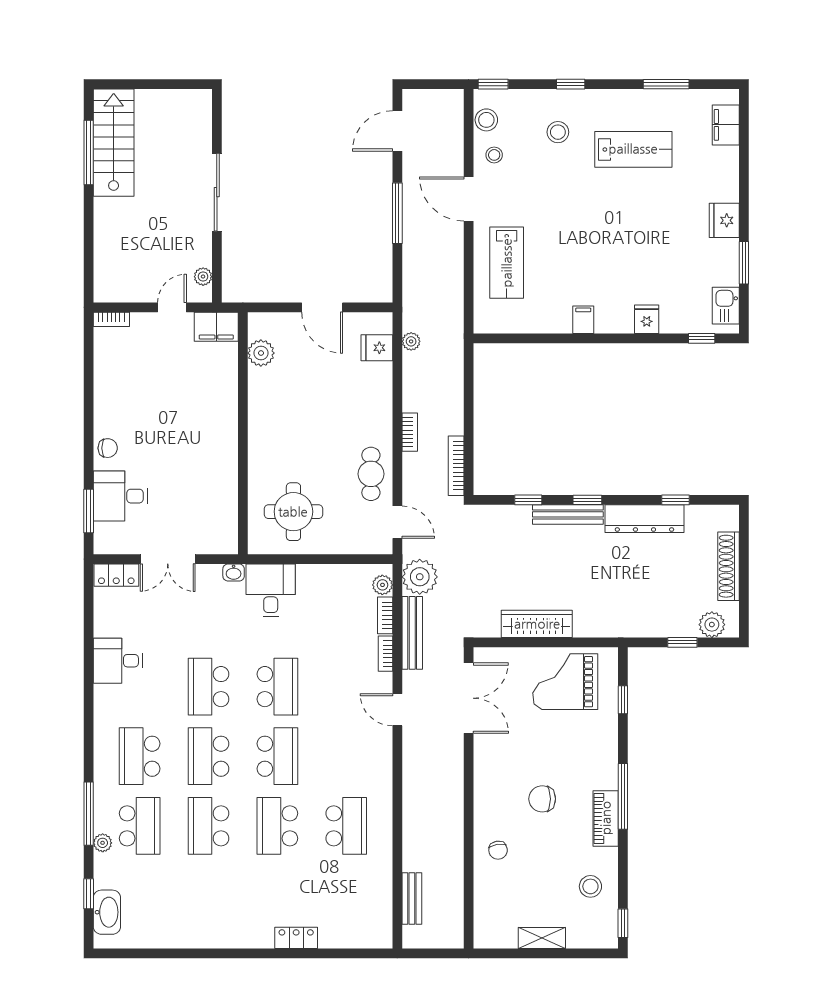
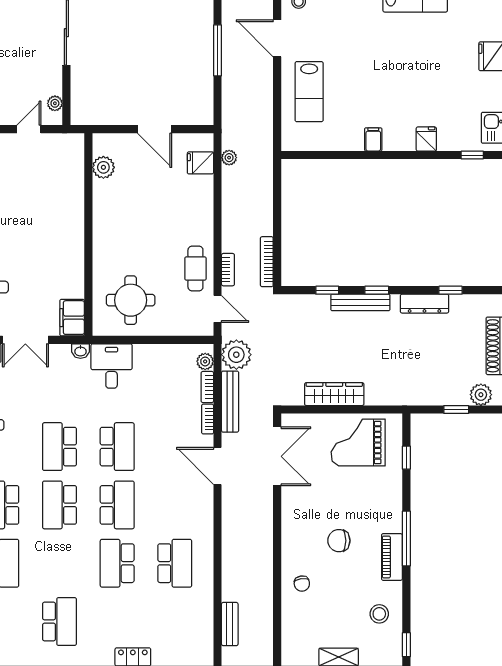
filing cabinet: (216, 327) -> (72, 318), moved, turned 90
bookcase: (410, 432) -> (228, 270), moved
dresser: (644, 519) -> (424, 304), width x0.73, depth x0.80
door: (397, 710) -> (218, 466), width x1.38
school desk: (208, 826) -> (59, 622), moved, turned 180

